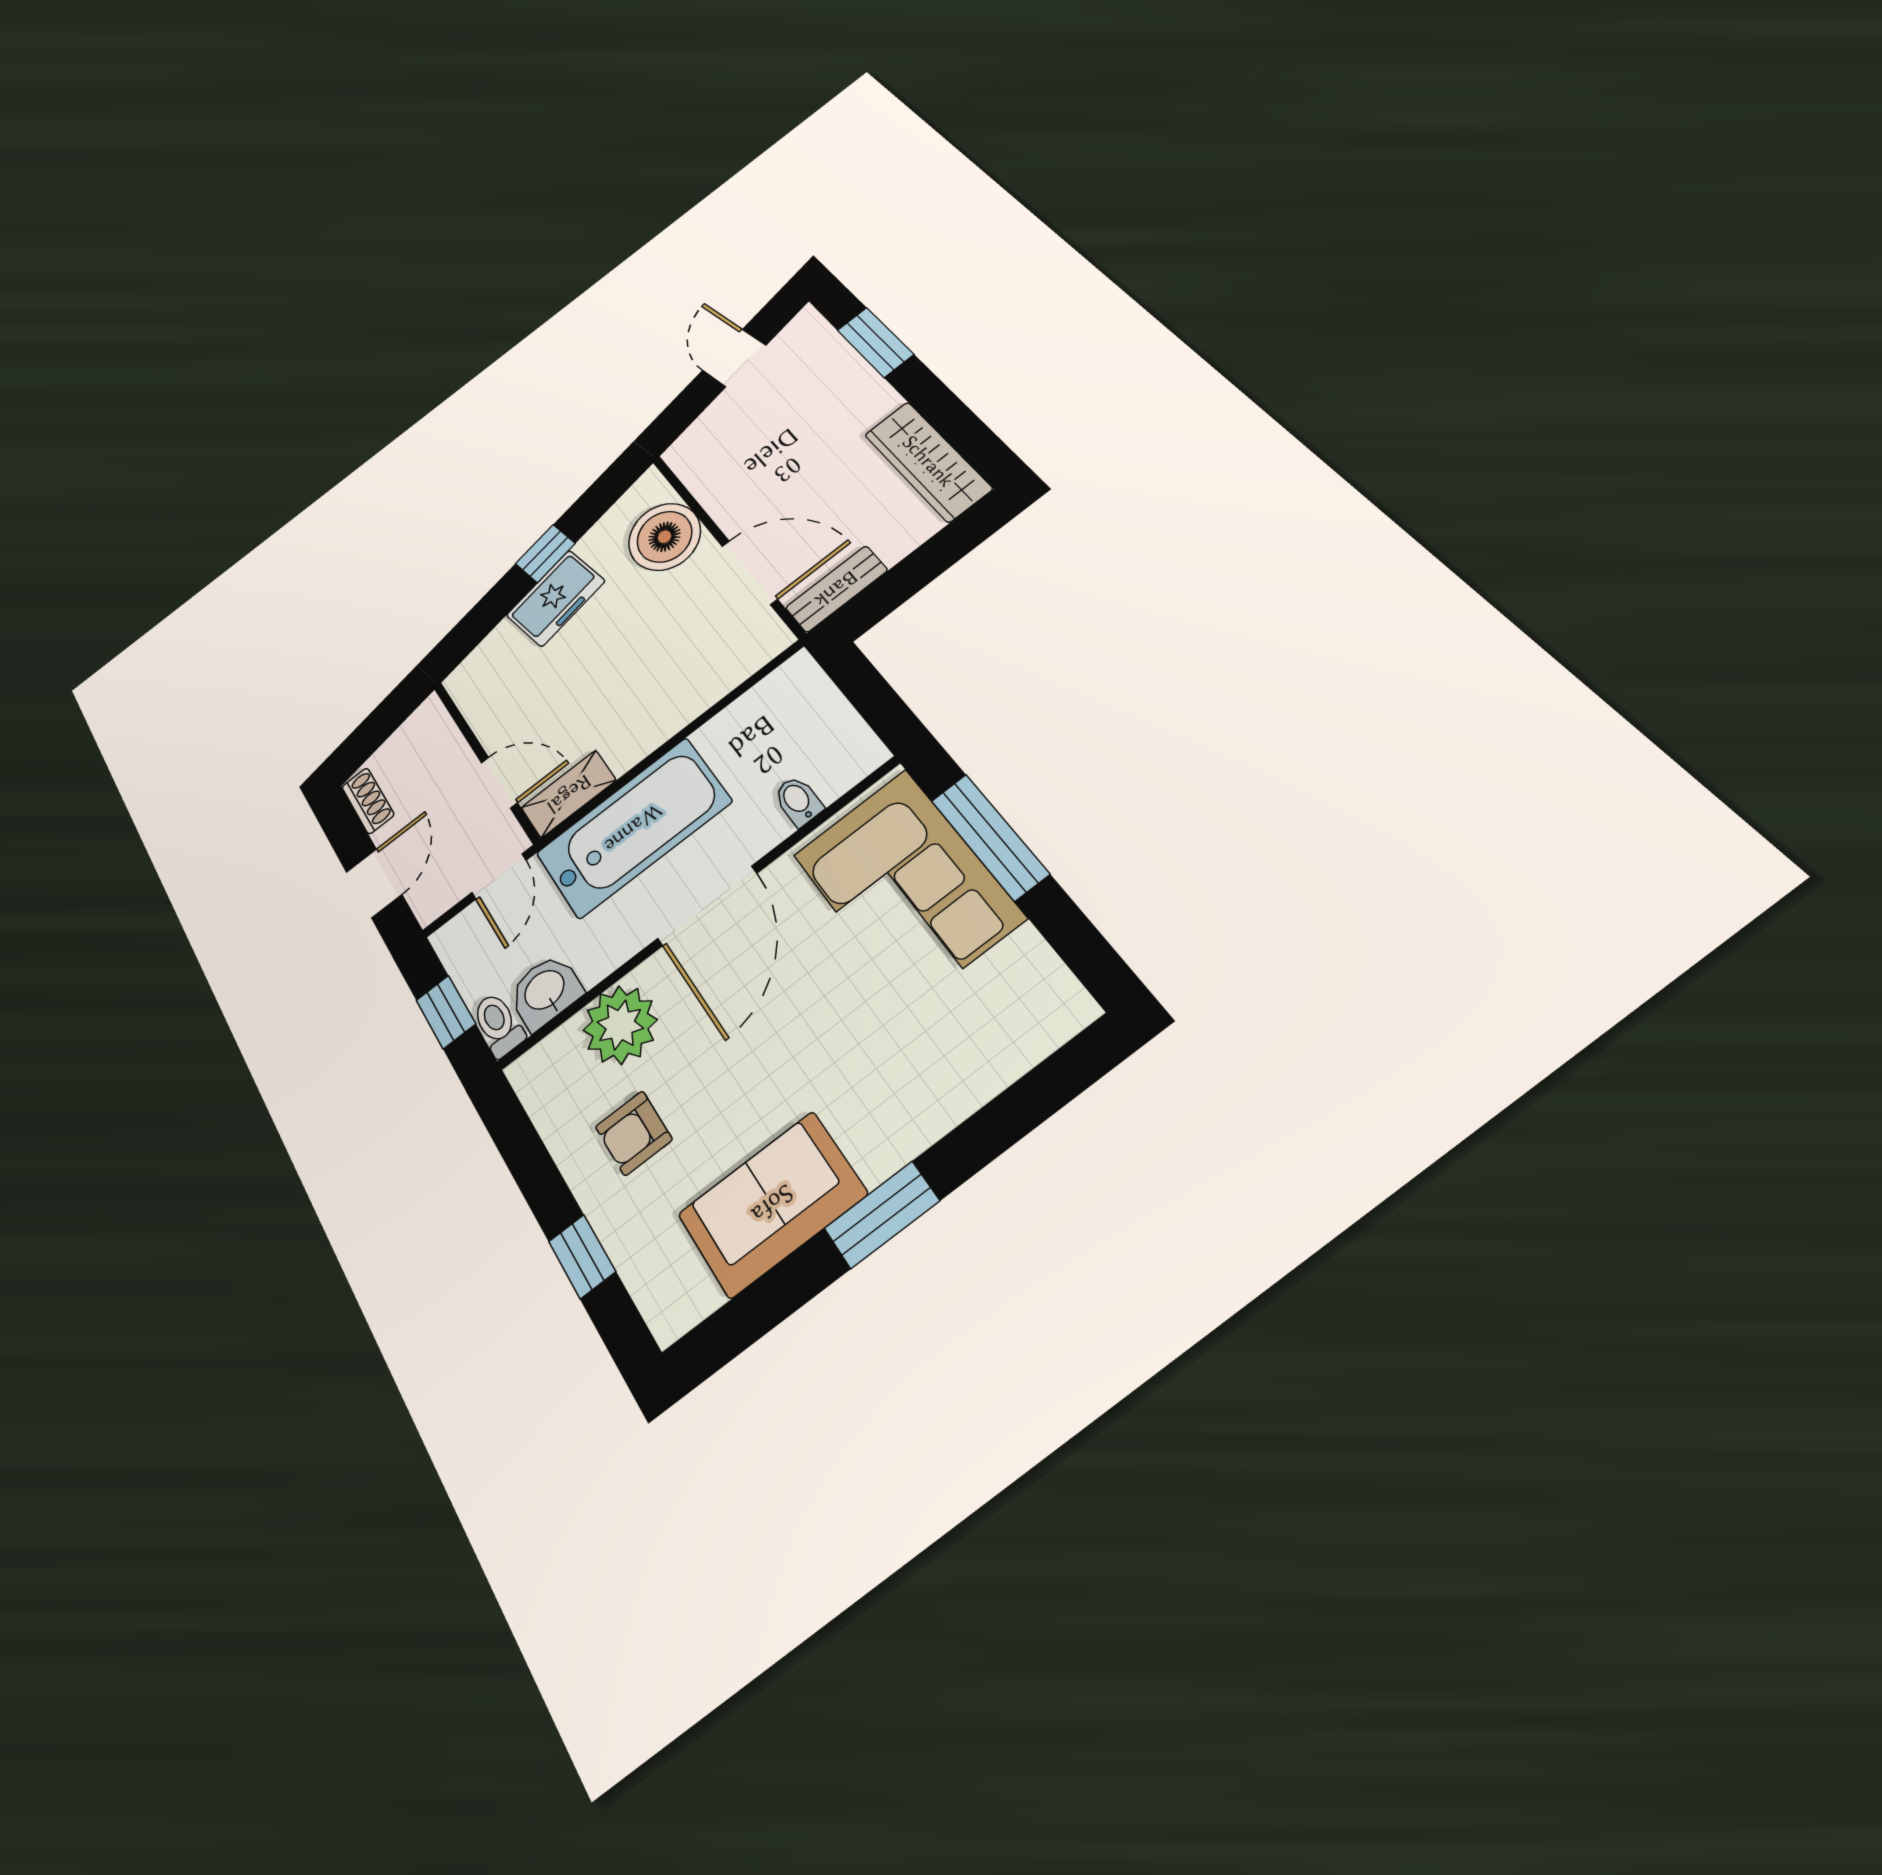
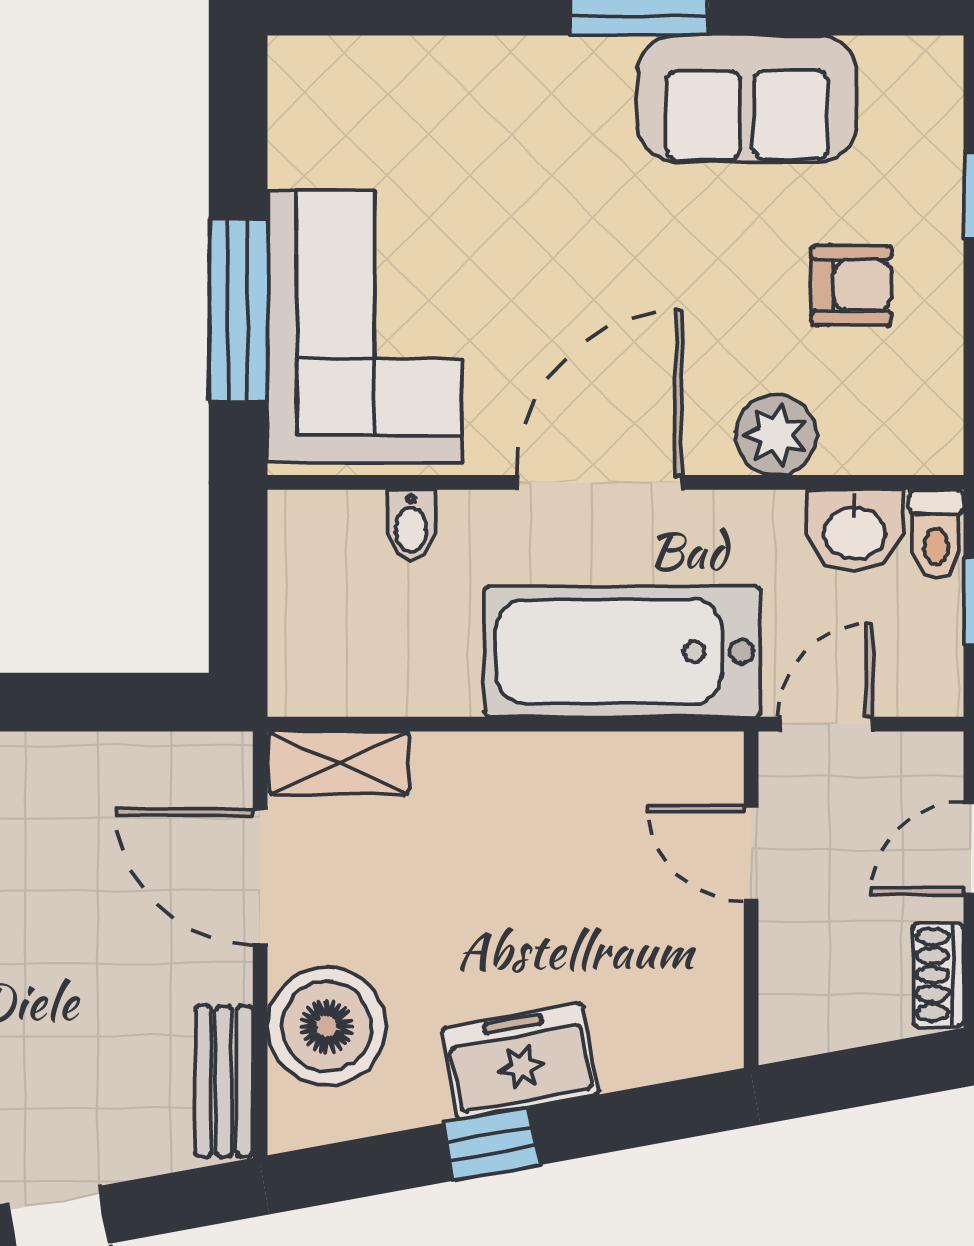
bench: (836, 589) -> (224, 1081), moved, turned 90
shelving: (569, 794) -> (339, 763), moved
plant: (620, 1025) -> (776, 435), width x0.73, depth x0.73

